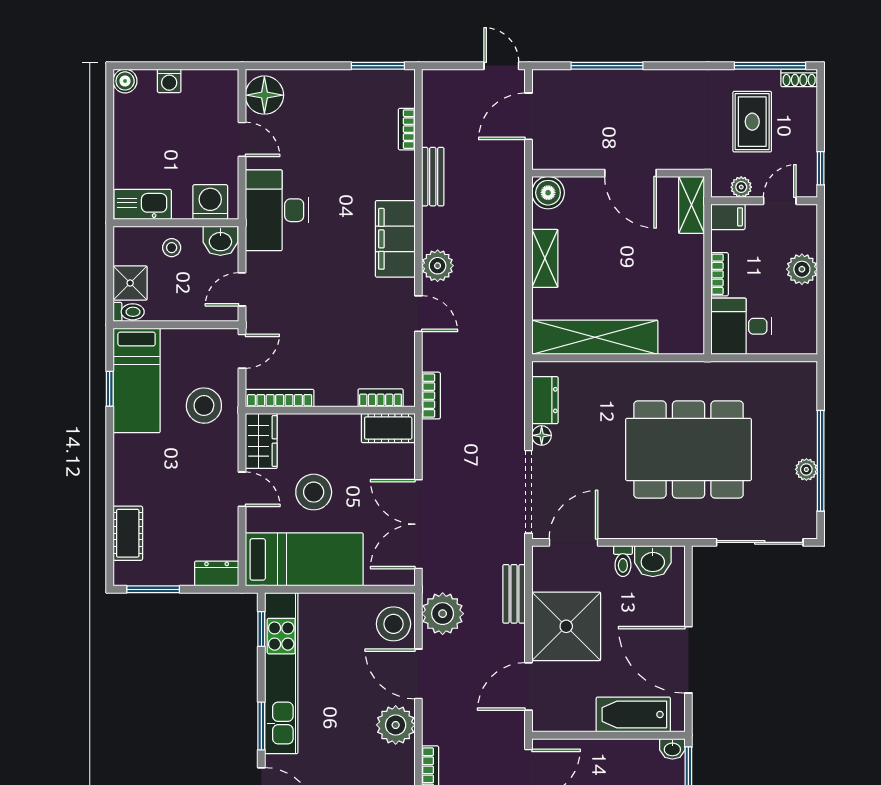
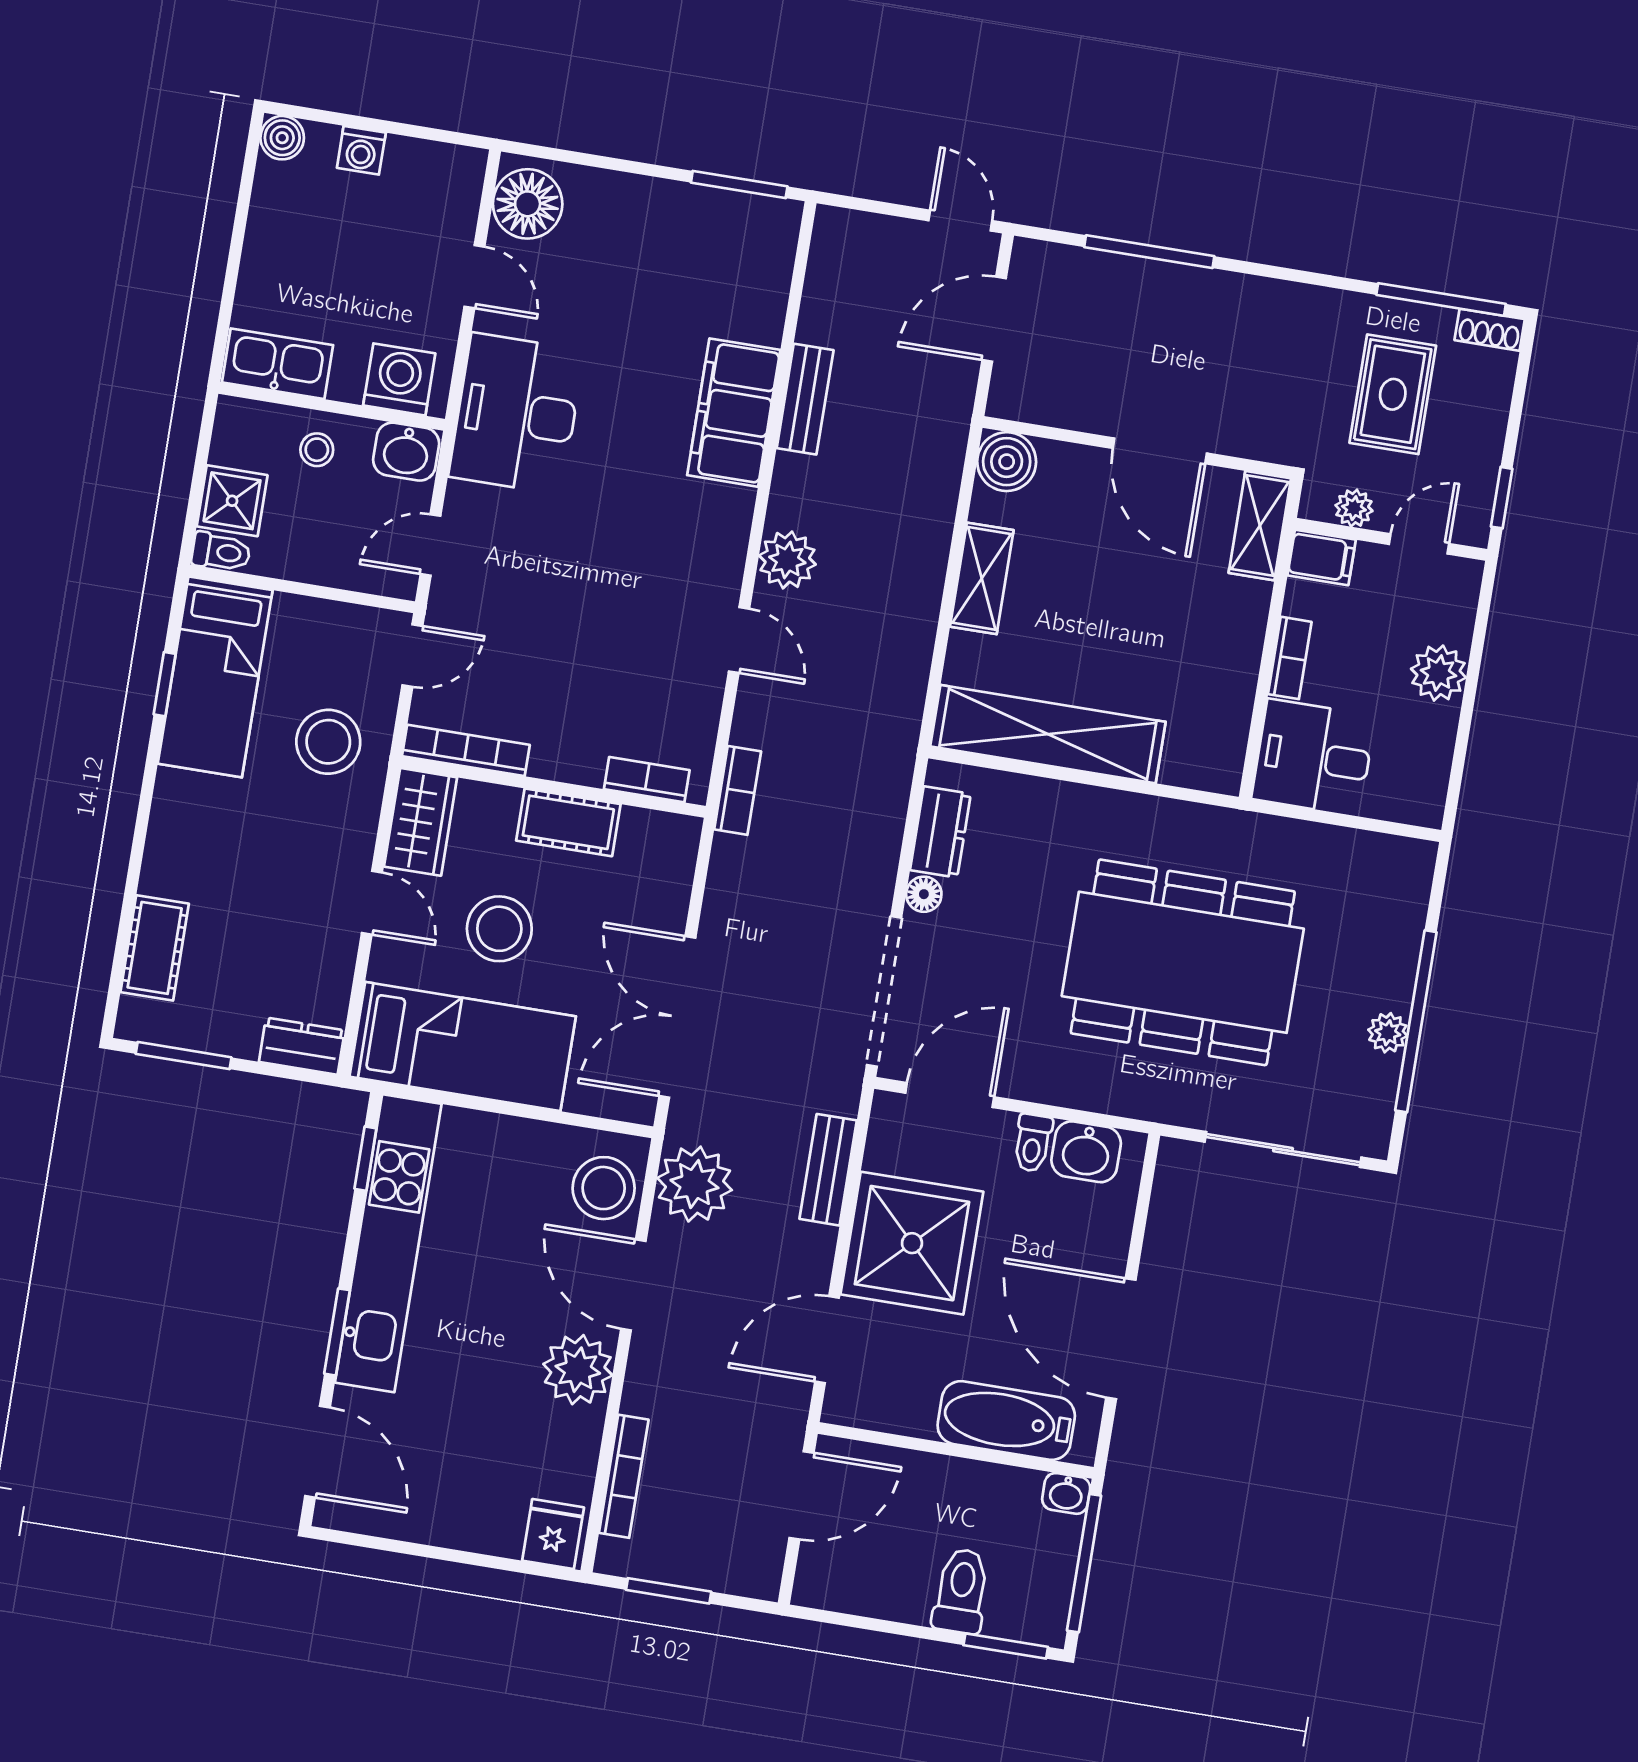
bookcase: (407, 129) -> (772, 306), removed
filing cabinet: (395, 239) -> (734, 413), moved
cot: (388, 428) -> (568, 822), moved

